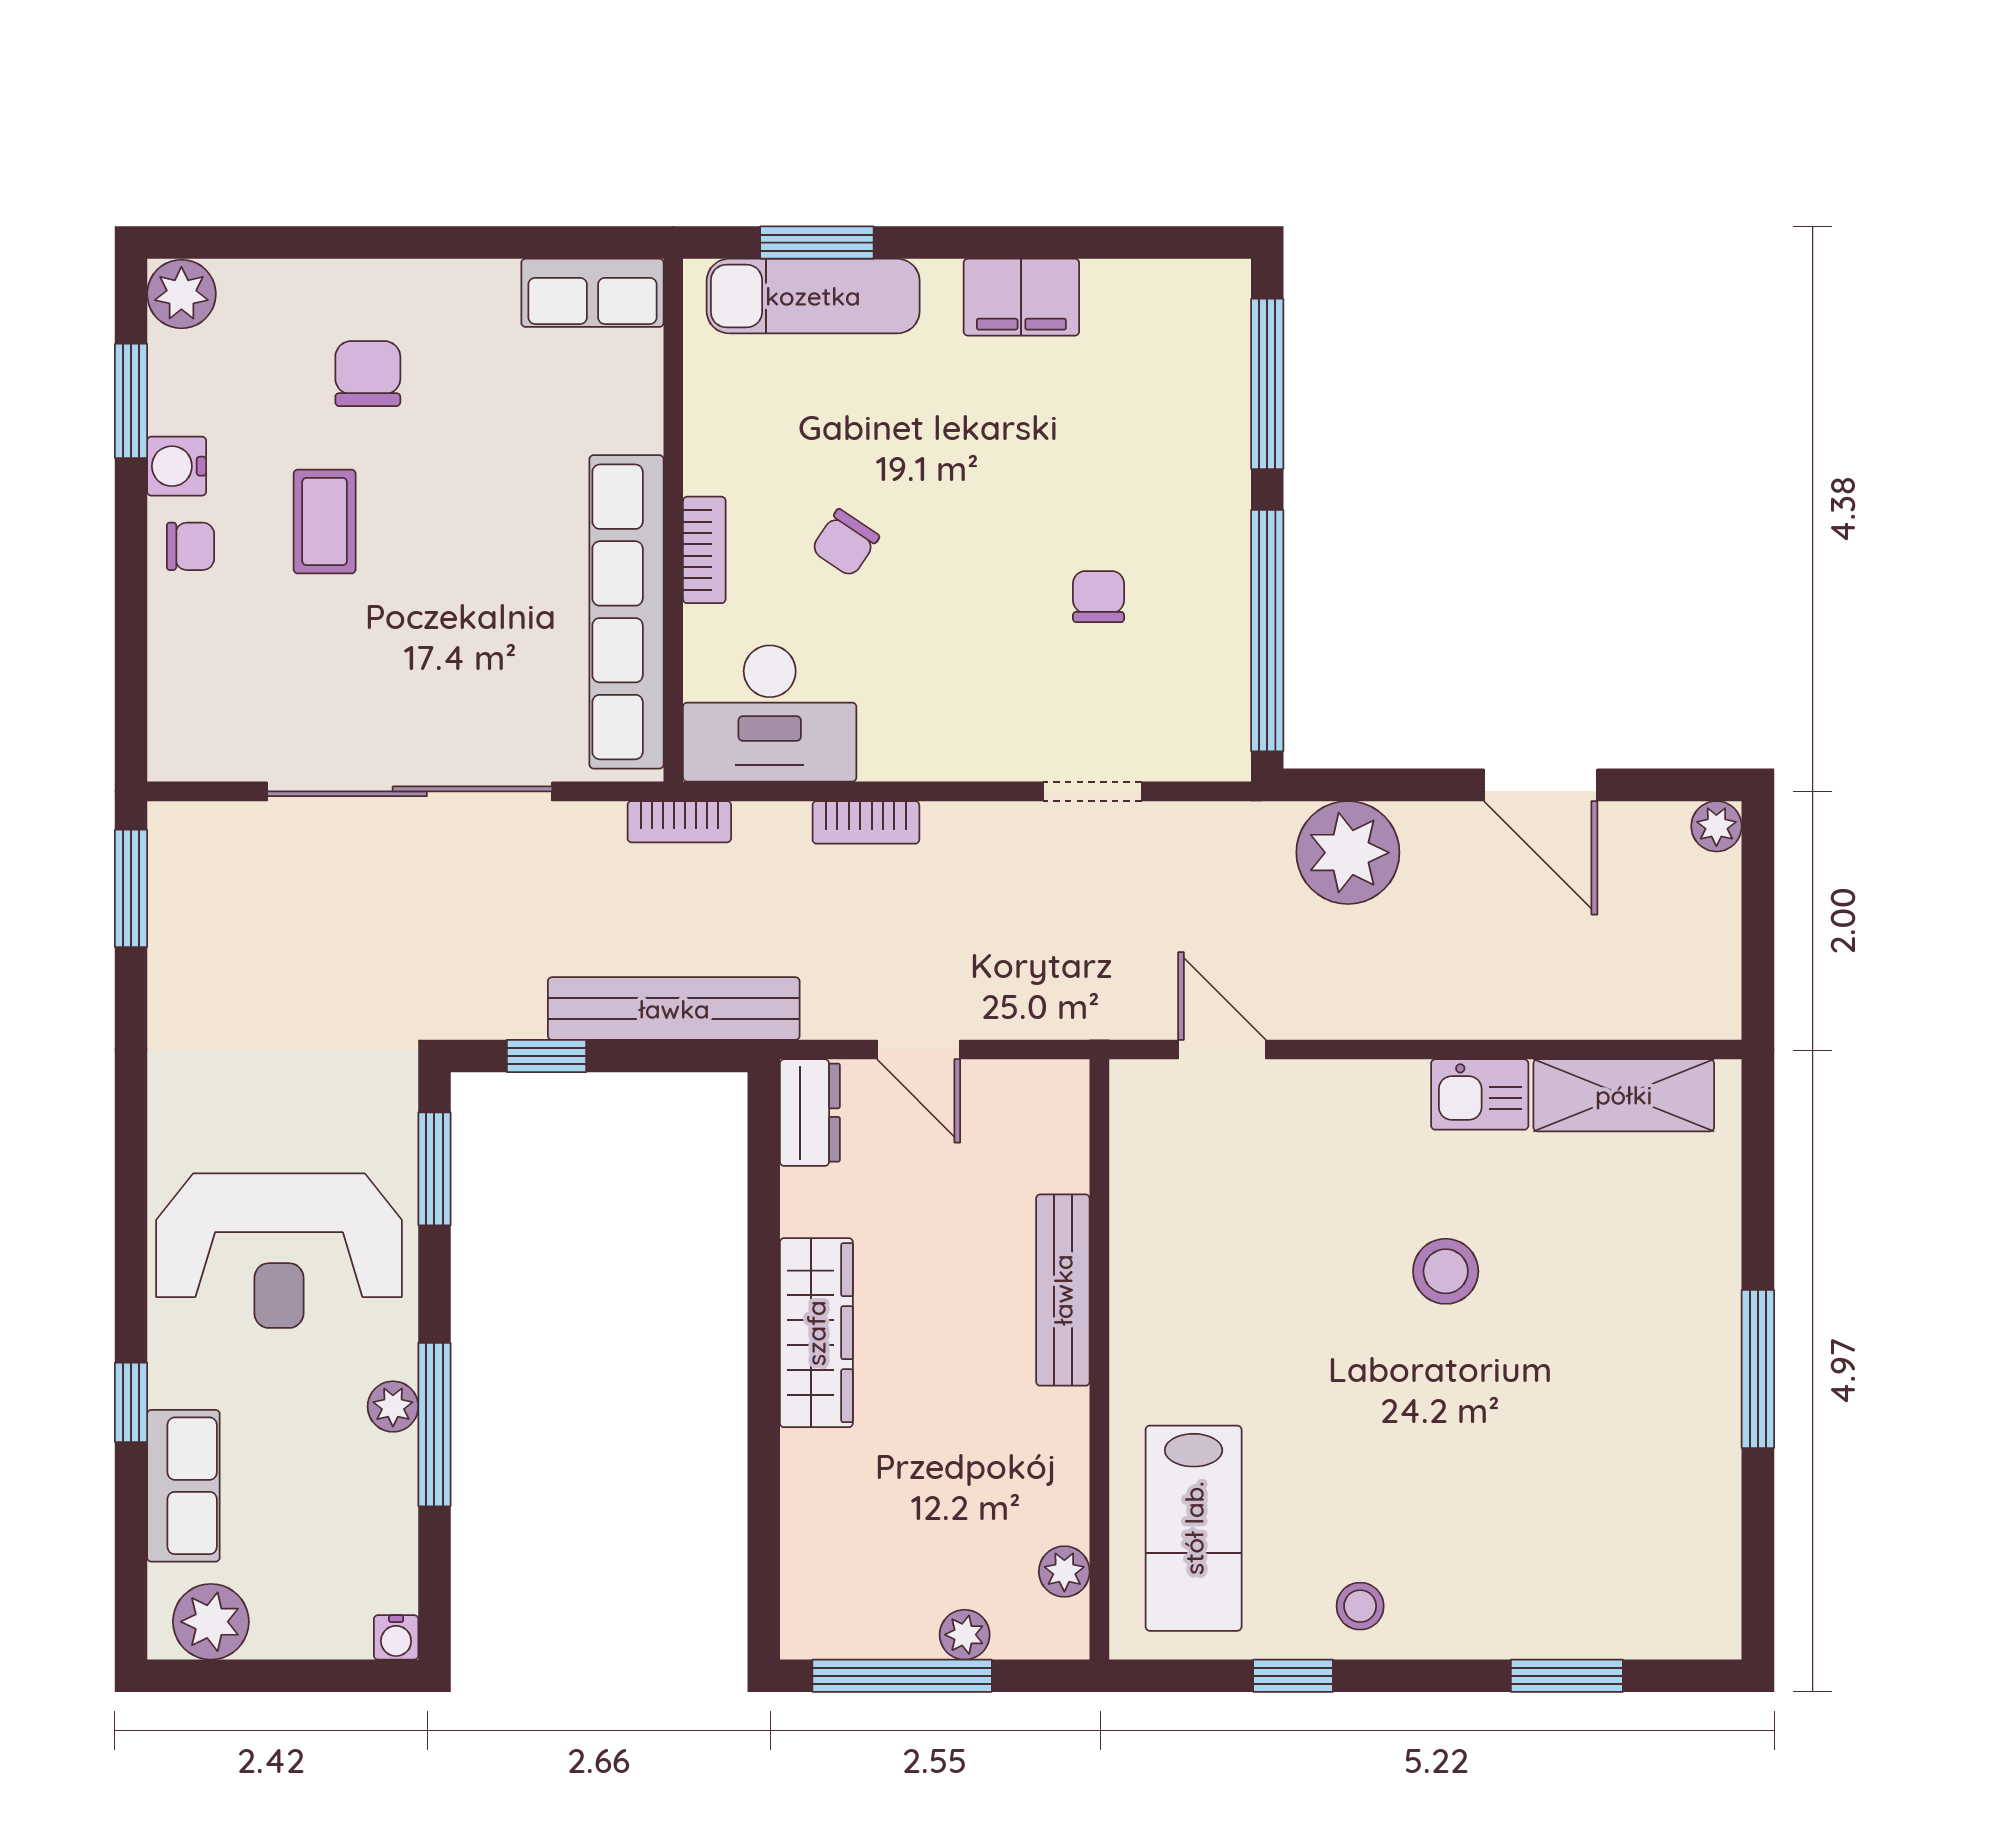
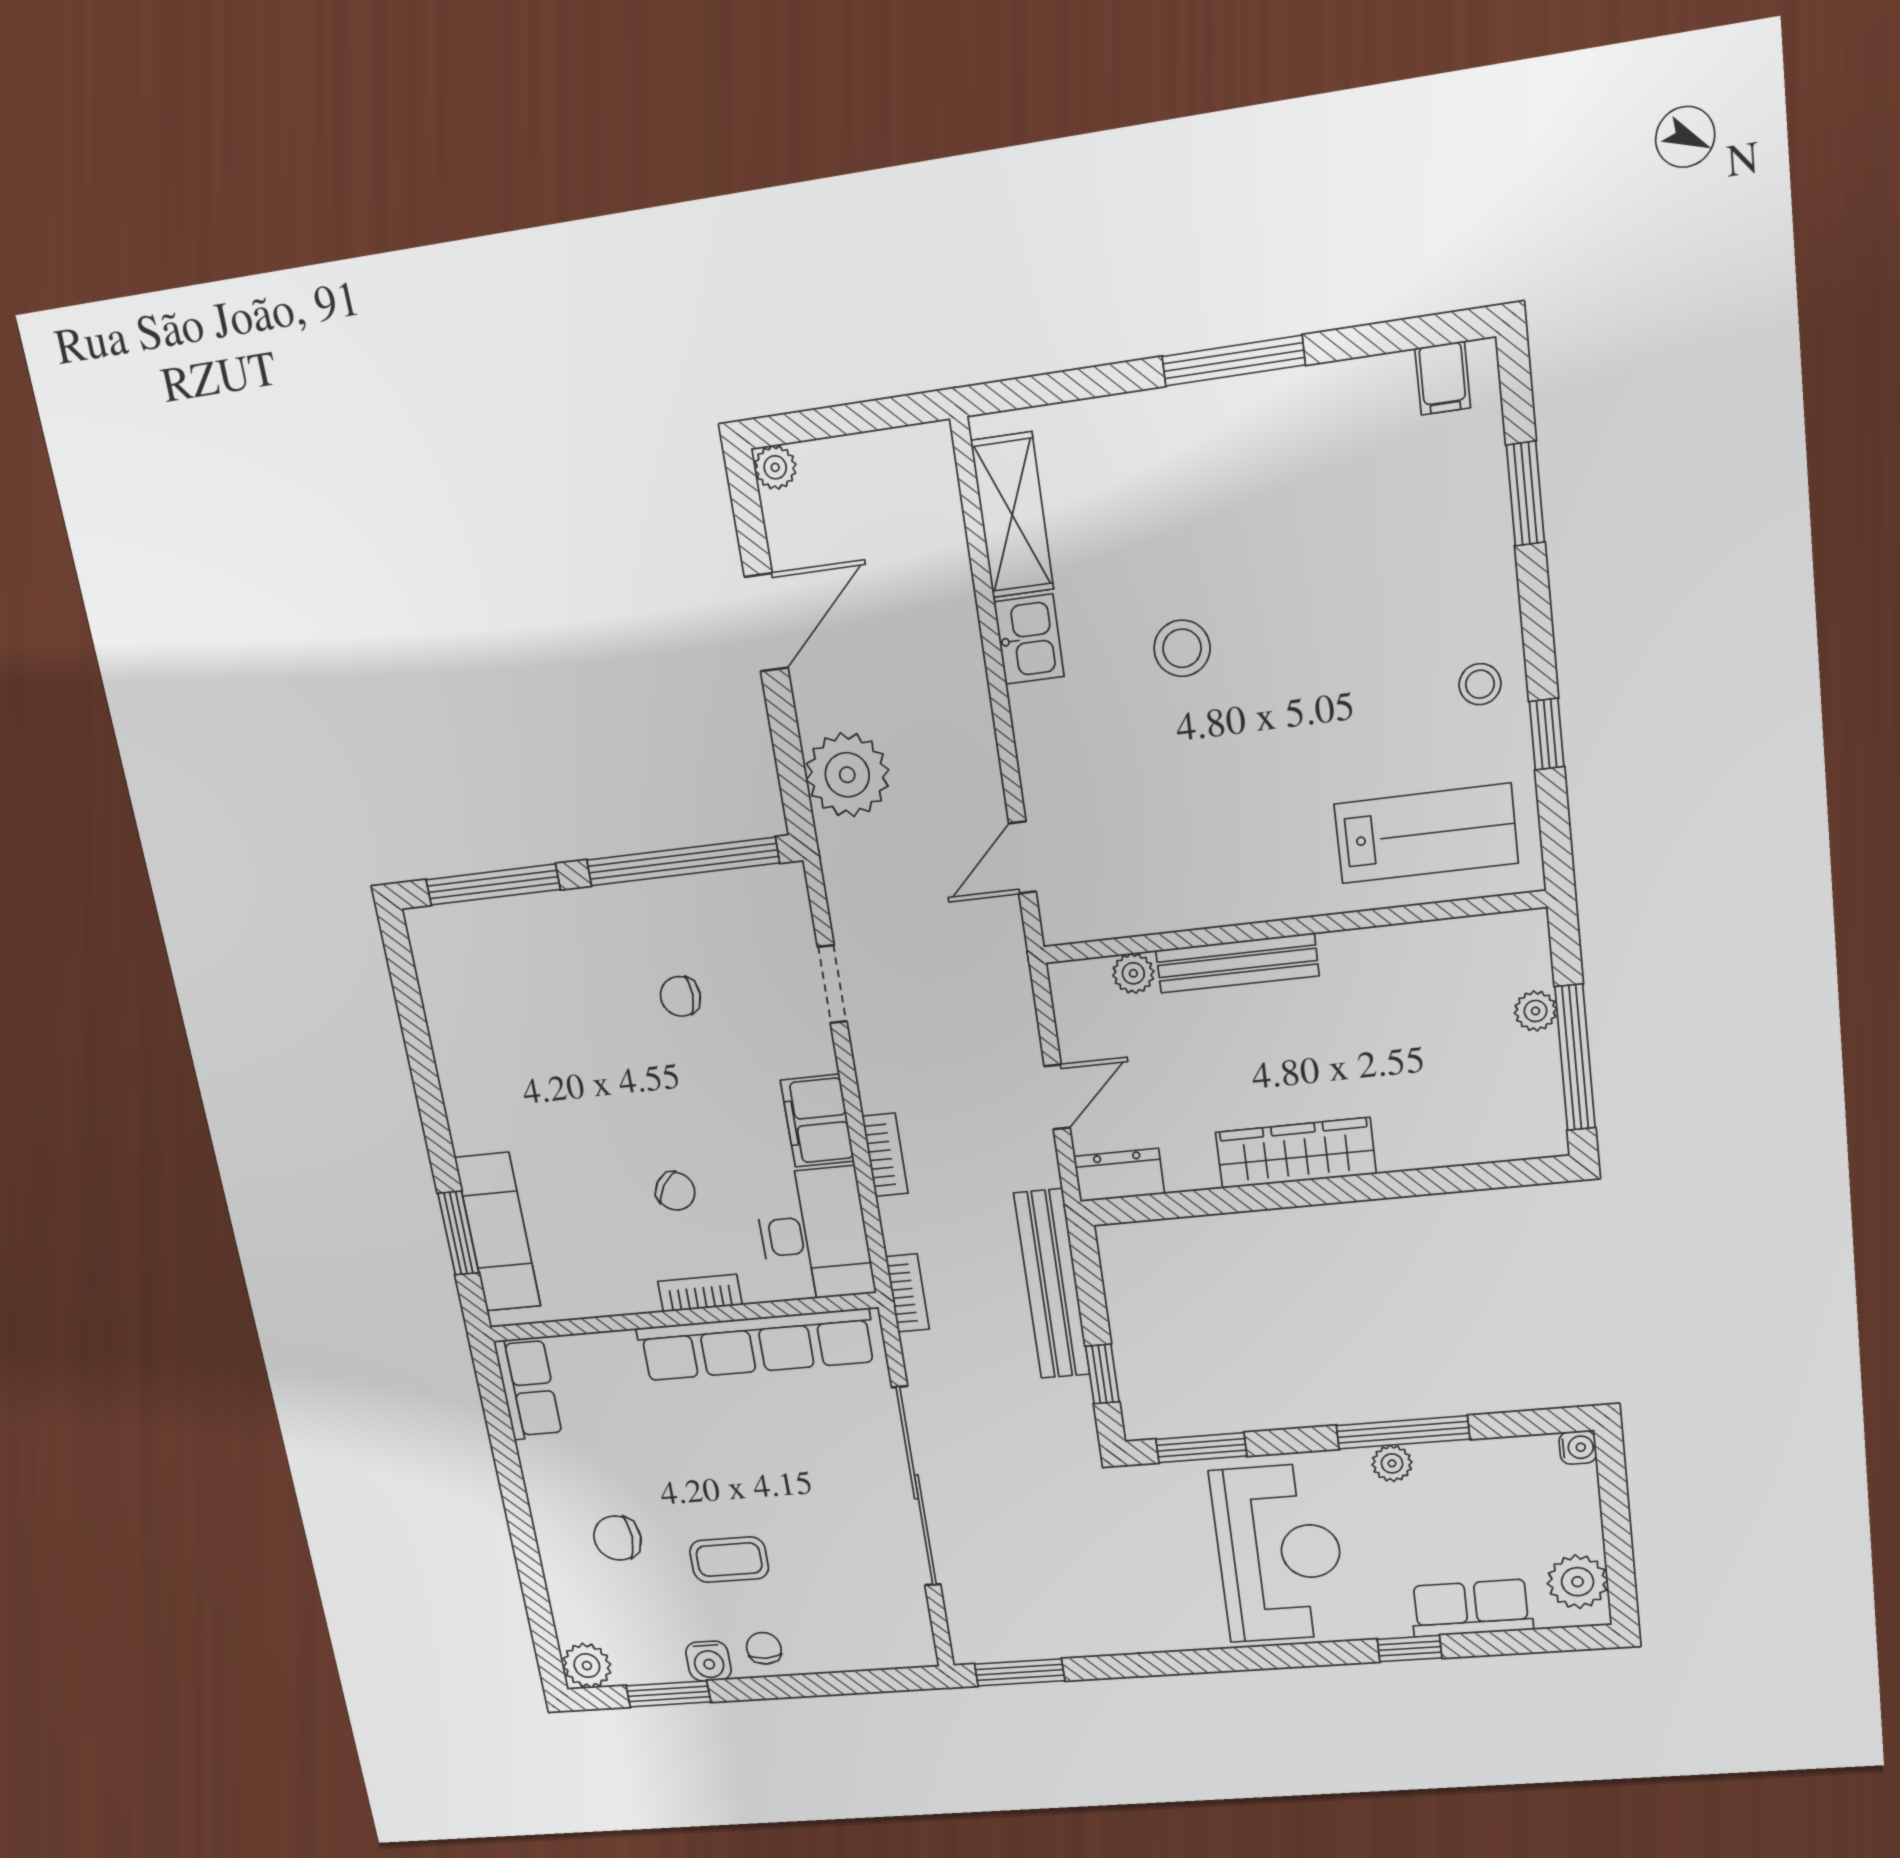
filing cabinet: (1021, 297) -> (817, 1121), moved, turned 180
plant: (1064, 1572) -> (1133, 973), moved
filing cabinet: (1705, 1597) -> (1443, 378), added

